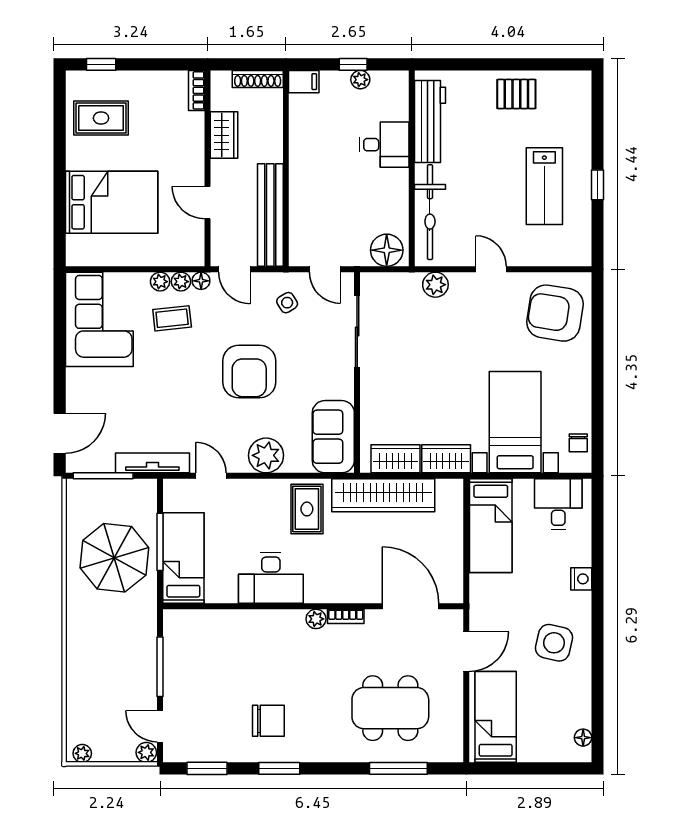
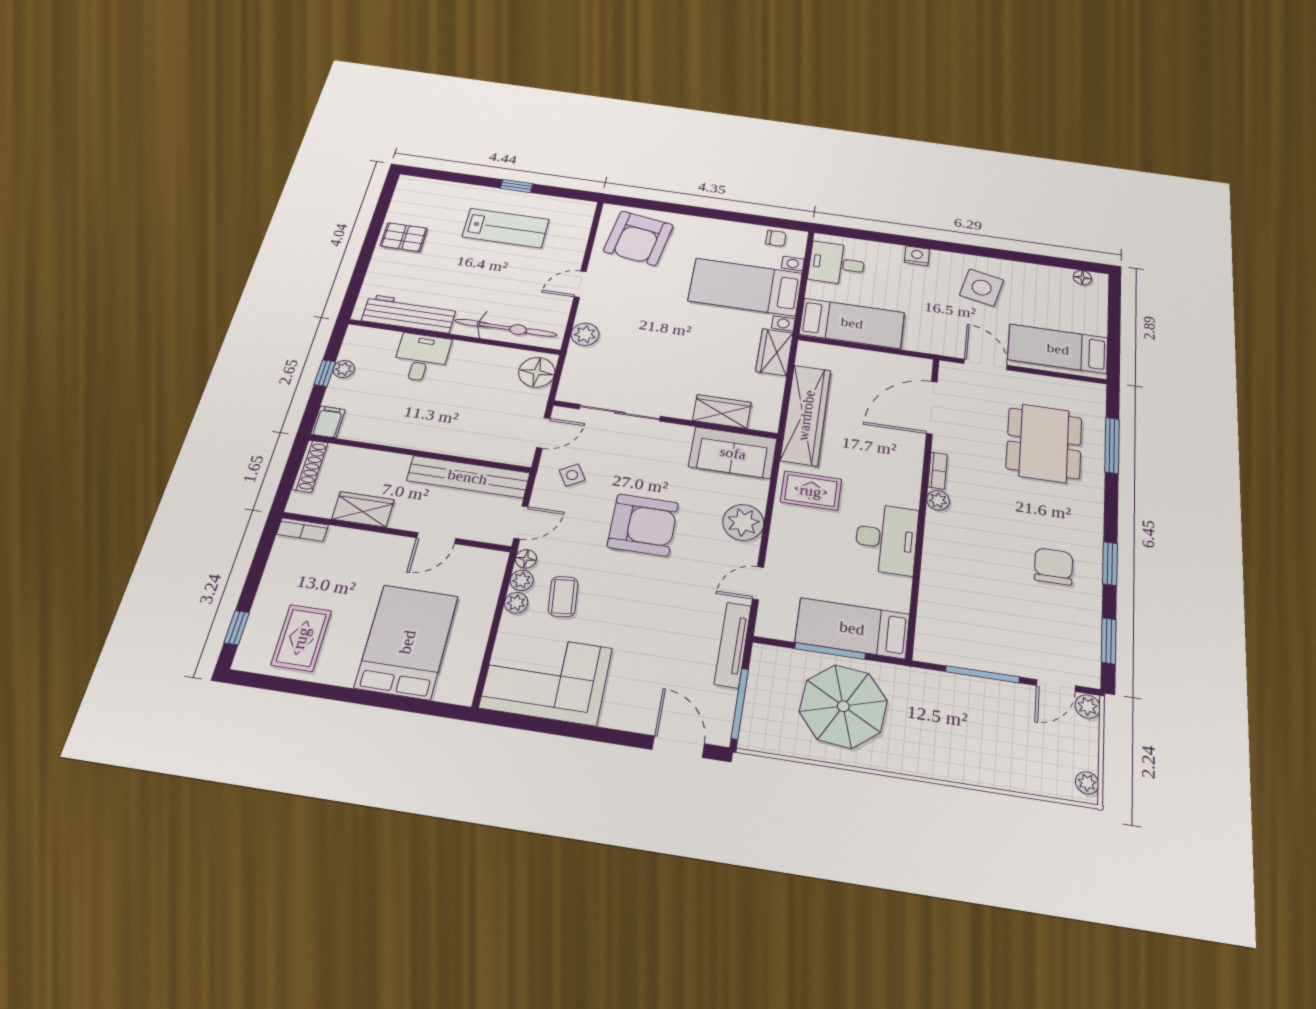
pallet: (516, 94) -> (404, 237), turned 90
wardrobe: (396, 459) -> (722, 411), moved, turned 90

